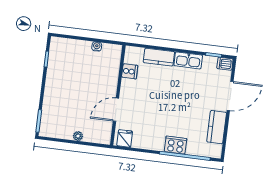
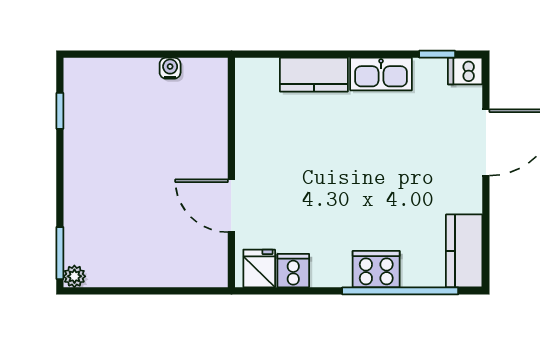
cooker: (130, 71) -> (293, 271), moved, turned -90
door: (116, 110) -> (231, 206), hinge flipped
kitchen counter: (217, 127) -> (464, 251), moved
plant: (78, 136) -> (74, 276), moved

